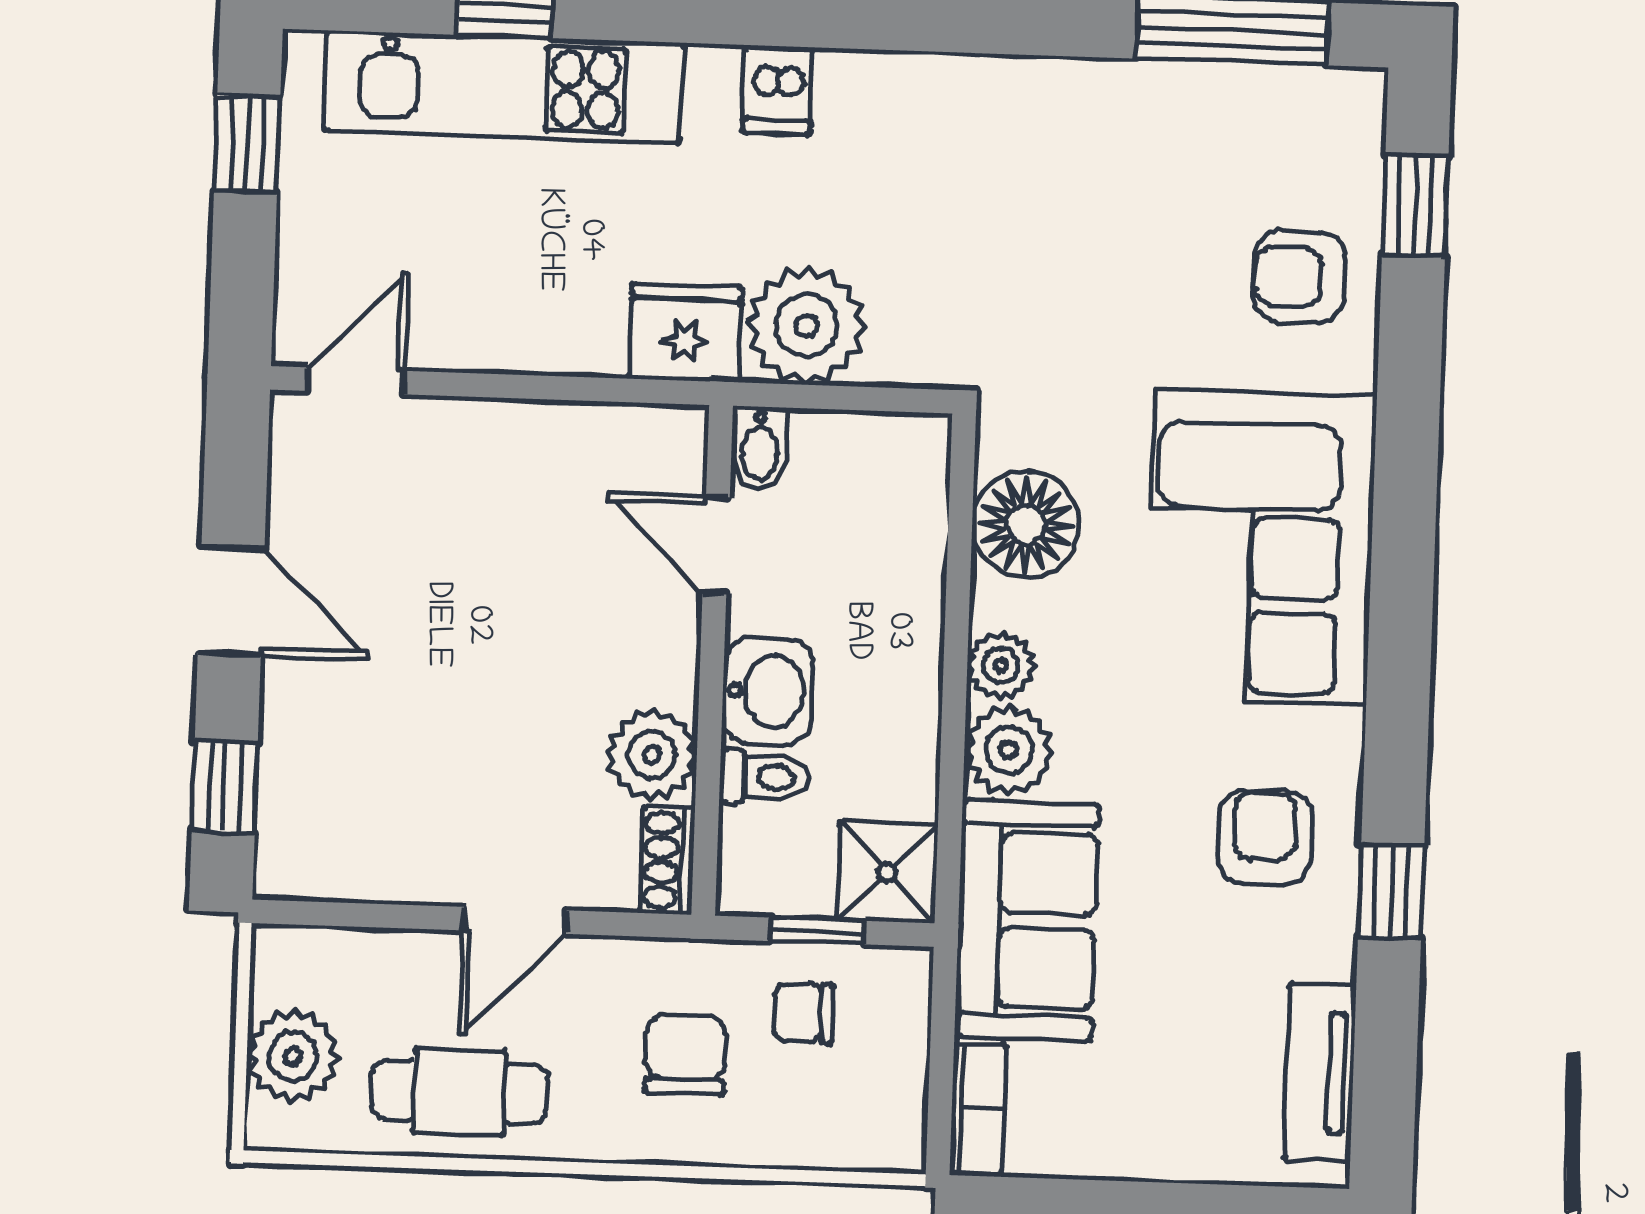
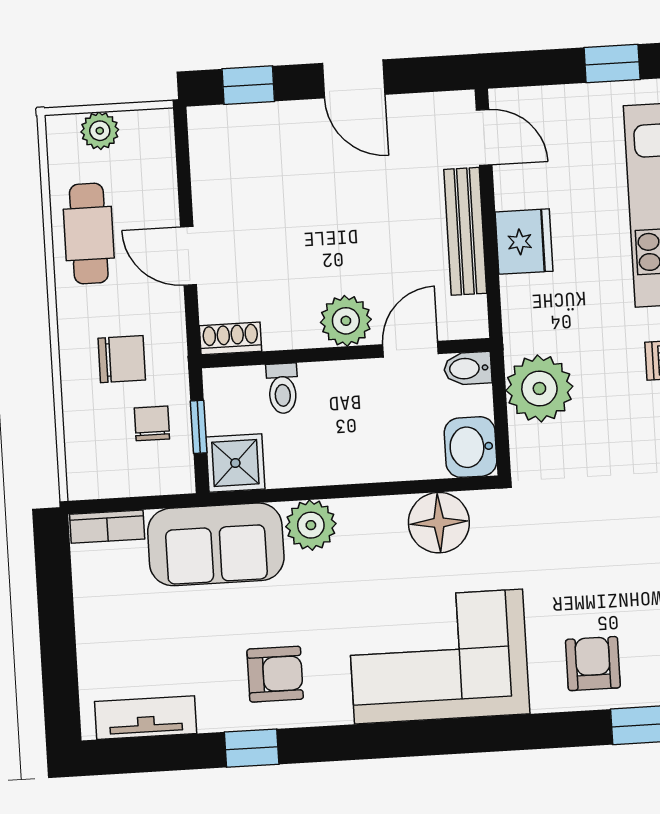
fridge: (685, 333) -> (524, 242), moved
bench: (518, 430) -> (465, 231), added
door: (231, 601) -> (354, 79), hinge flipped
plant: (1001, 665) -> (358, 516), removed
washbasin: (768, 691) -> (470, 447), moved, turned 90
plant: (652, 755) -> (346, 321), moved
plant: (293, 1056) -> (100, 131), width x0.73, depth x0.73

